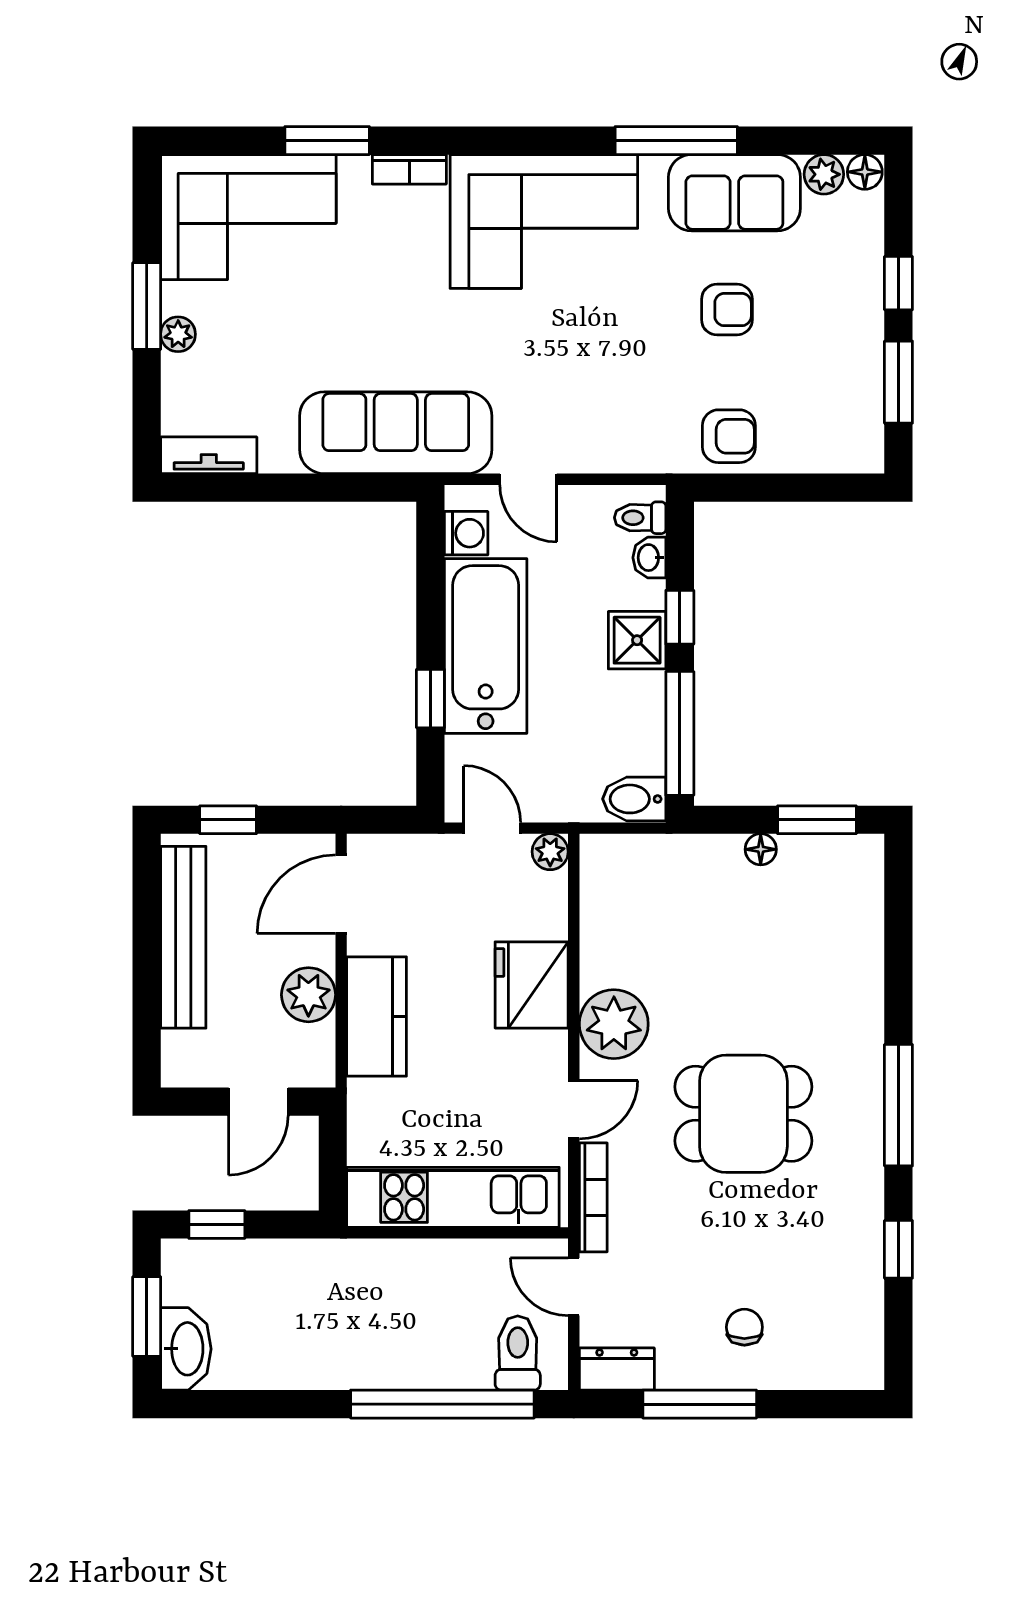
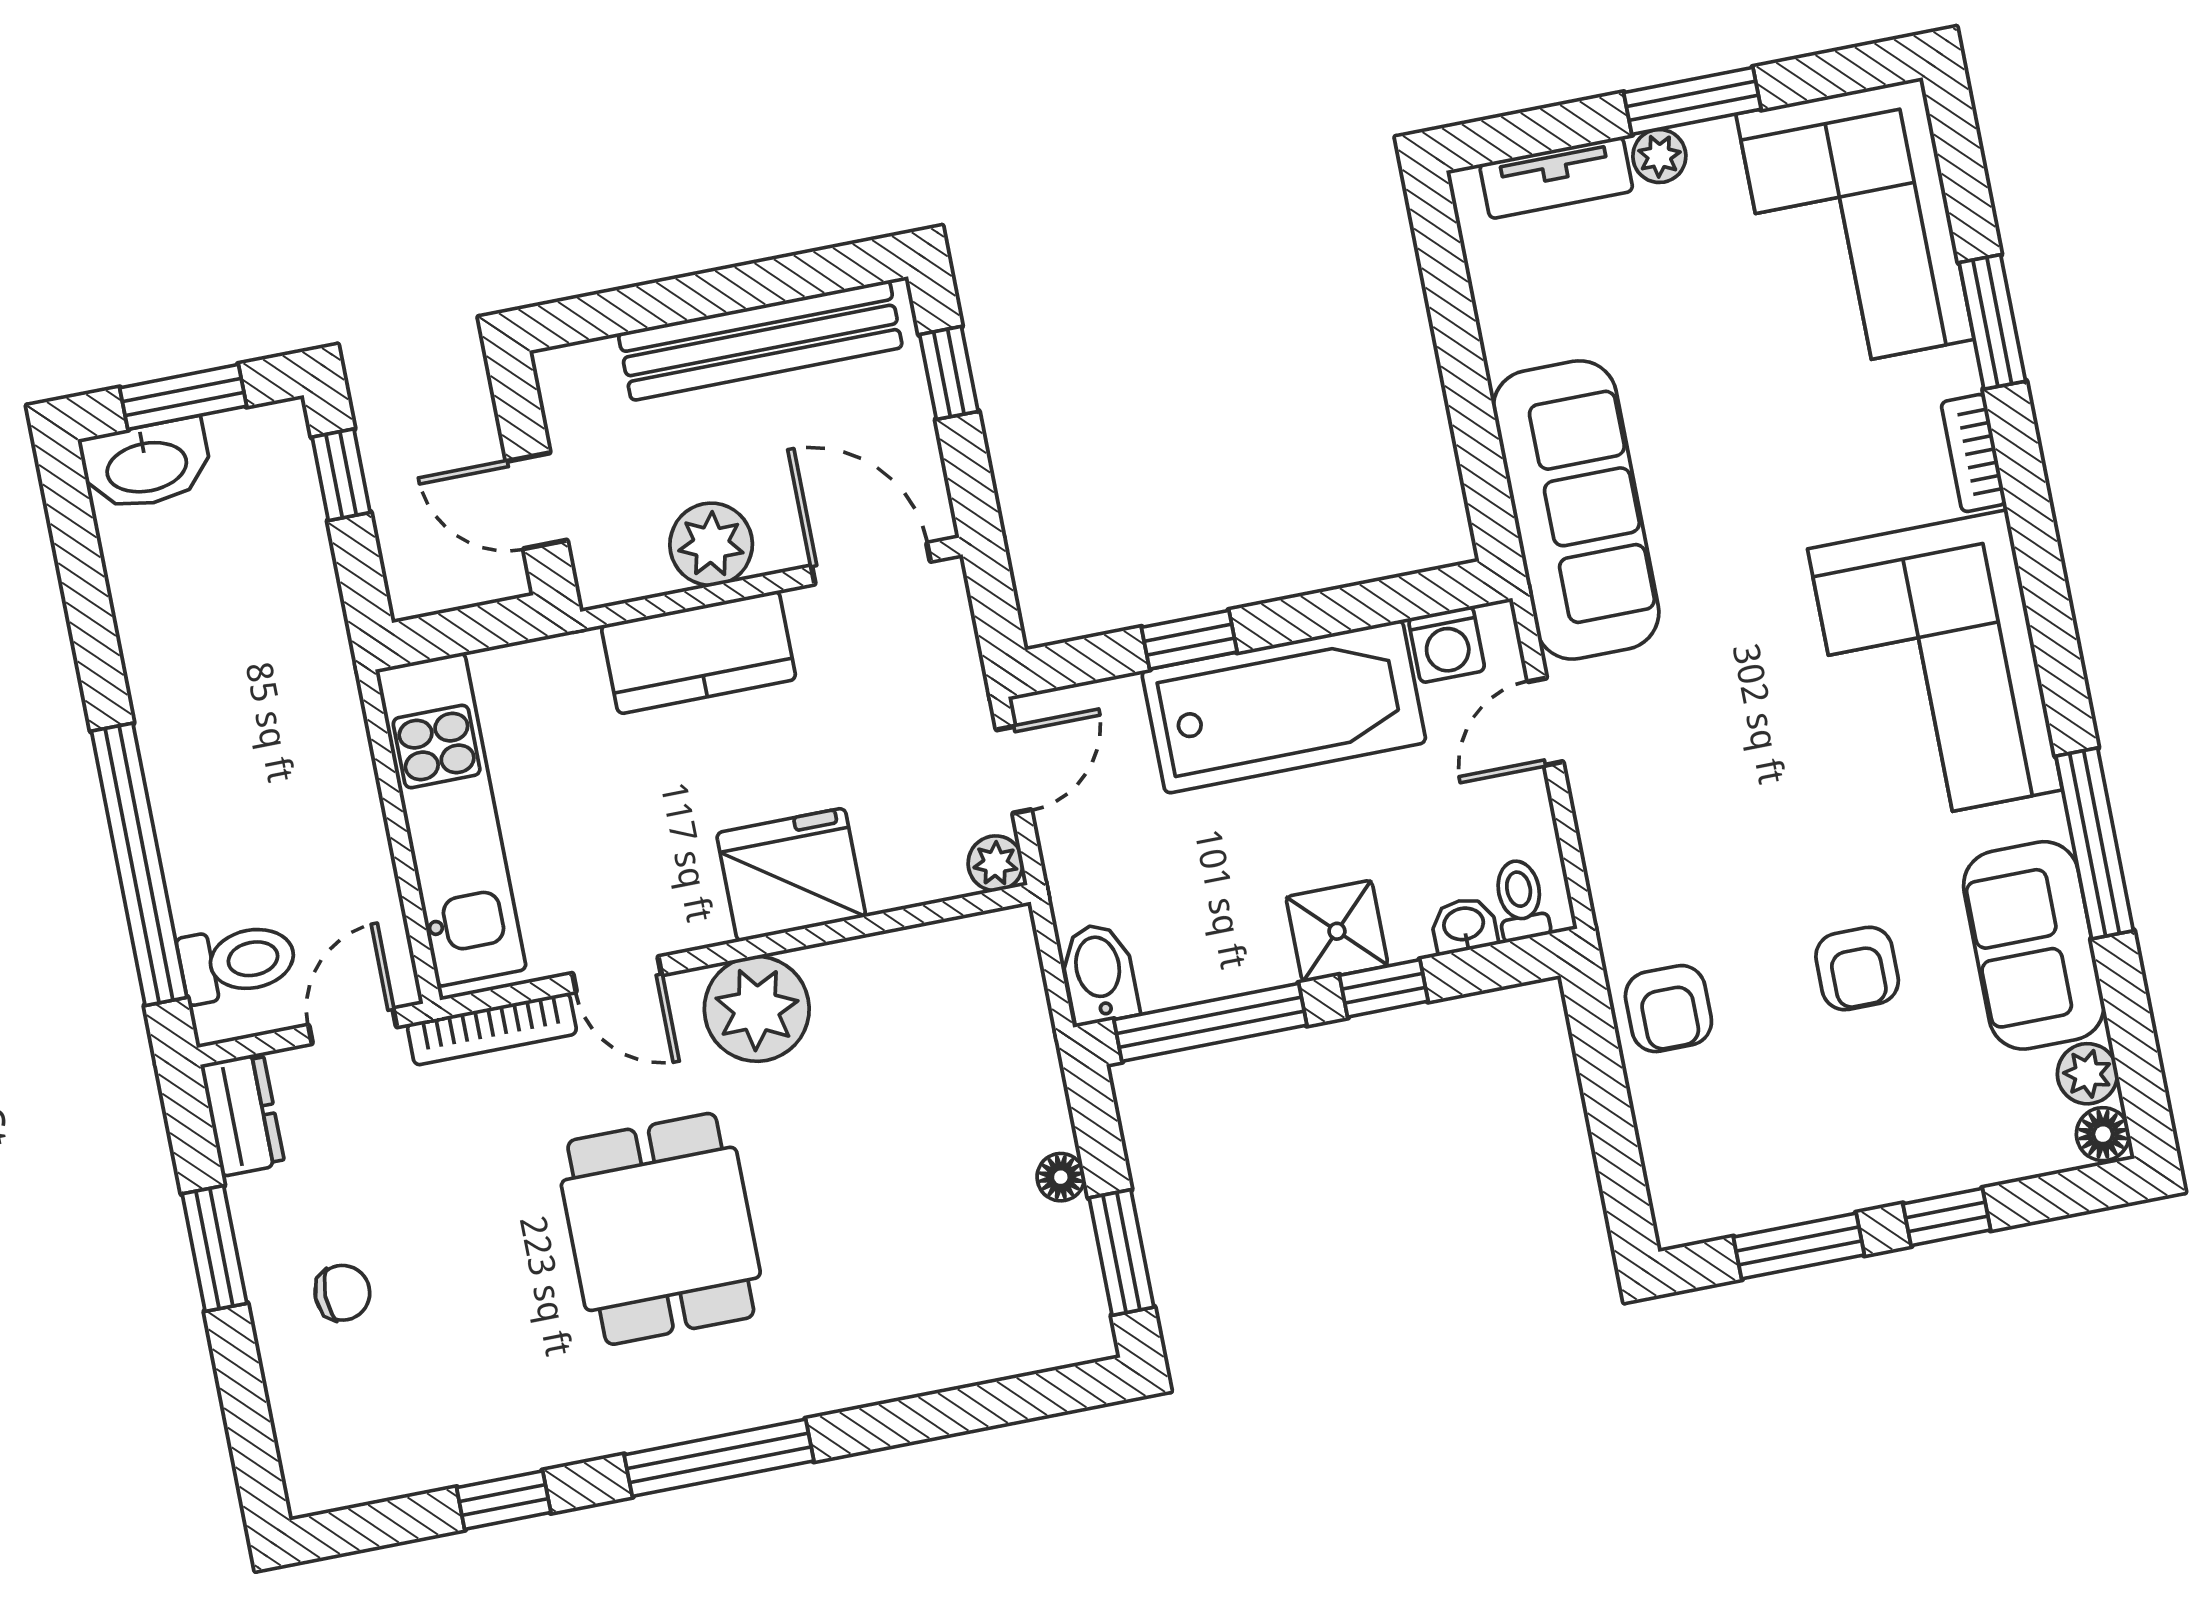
tv unit: (209, 455) -> (1556, 178), moved, turned 90
window: (700, 1404) -> (214, 1249), width x0.69

